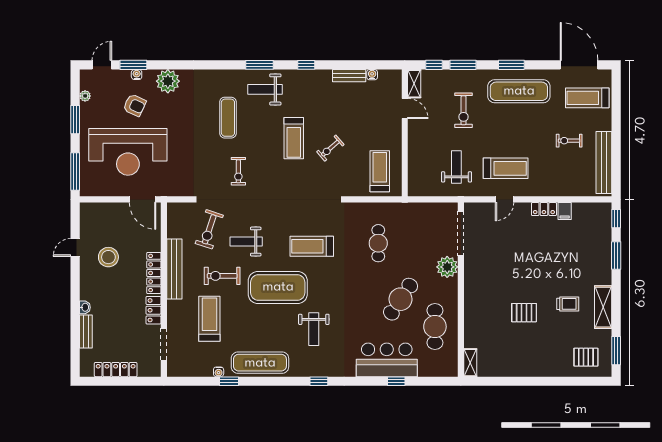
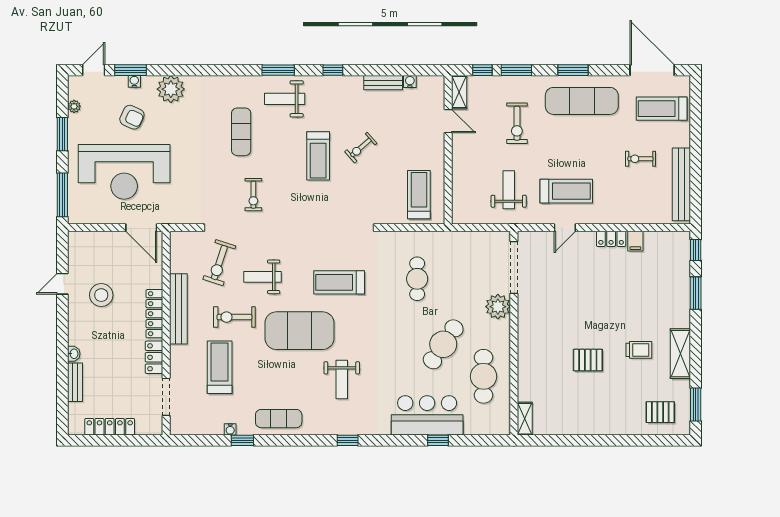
exercise bike: (330, 148) -> (361, 148), moved
exercise mat: (260, 363) -> (279, 419), width x0.73, depth x0.69

